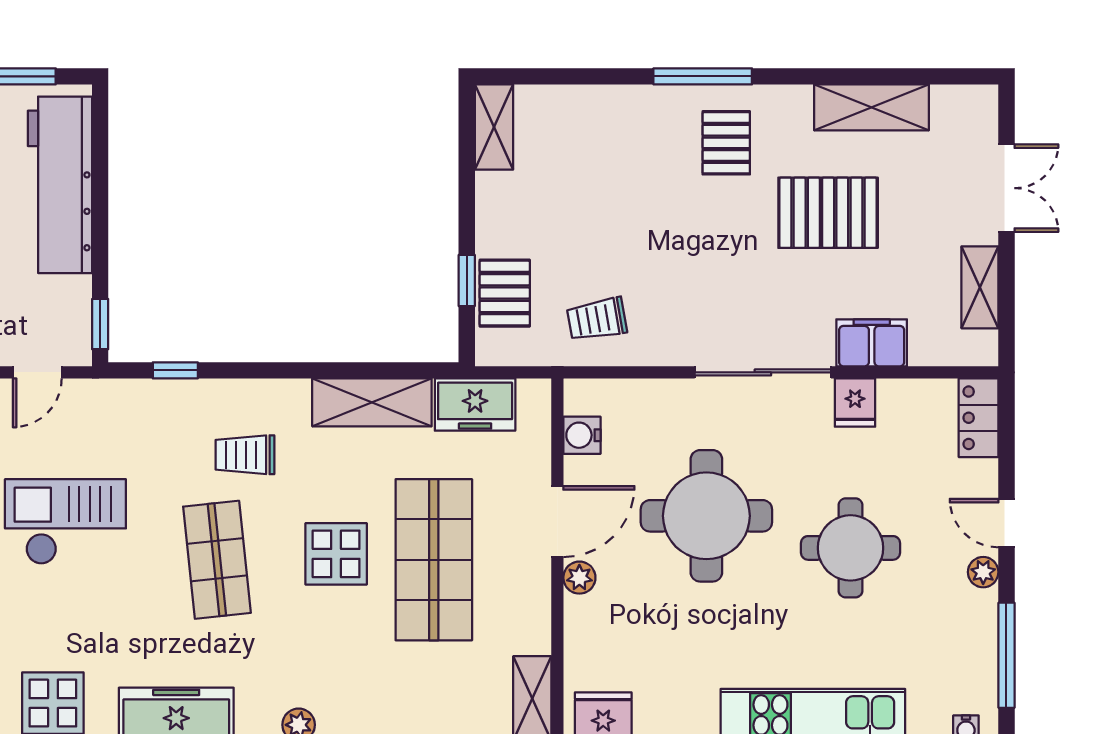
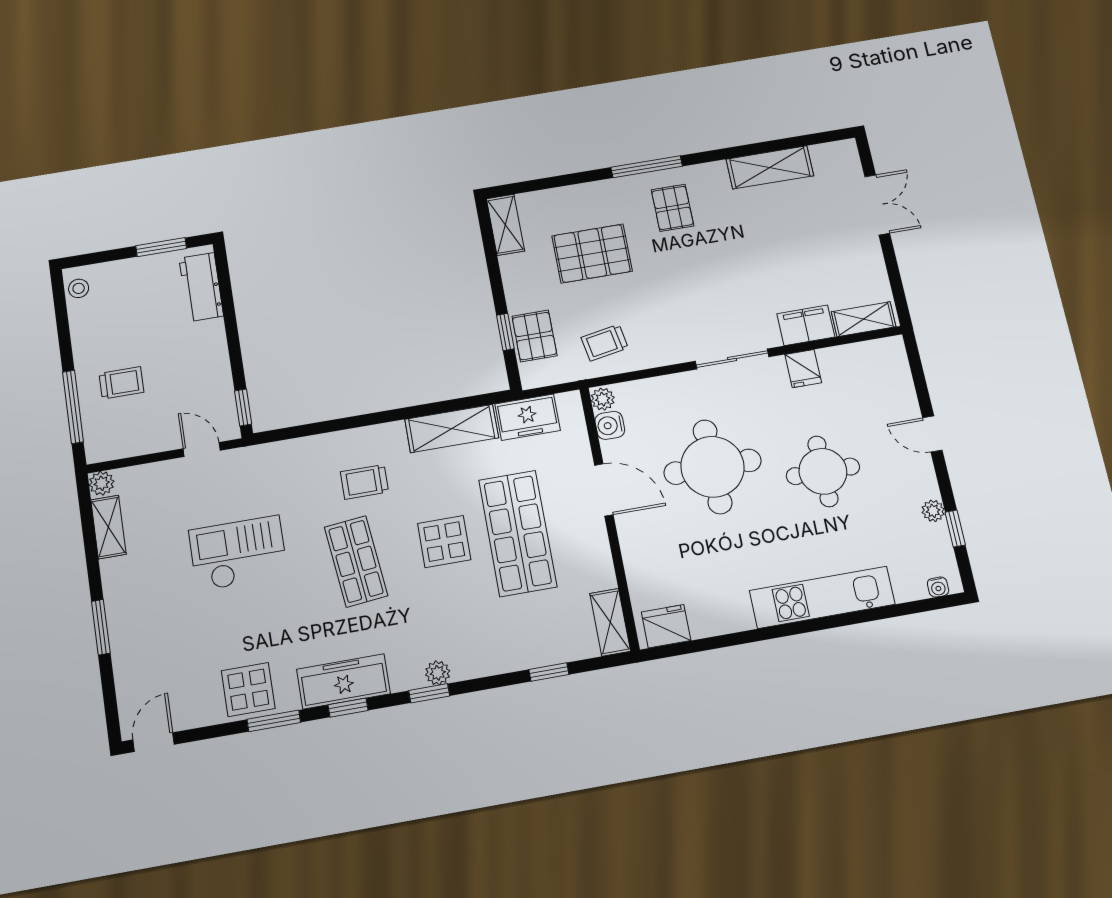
workbench: (60, 185) -> (201, 287), width x0.53, depth x0.76
pallet: (828, 213) -> (592, 253), moved
shelving: (980, 287) -> (864, 319), moved, turned 90
window: (175, 370) -> (303, 431), removed
door: (37, 372) -> (202, 449), swing flipped
sliding door: (763, 372) -> (732, 359), width x0.73
locker: (979, 418) -> (895, 364), removed
door: (557, 522) -> (604, 490), hinge flipped
plant: (983, 572) -> (933, 511), moved
plant: (579, 578) -> (603, 399), moved
window: (1006, 655) -> (955, 529), width x0.46

